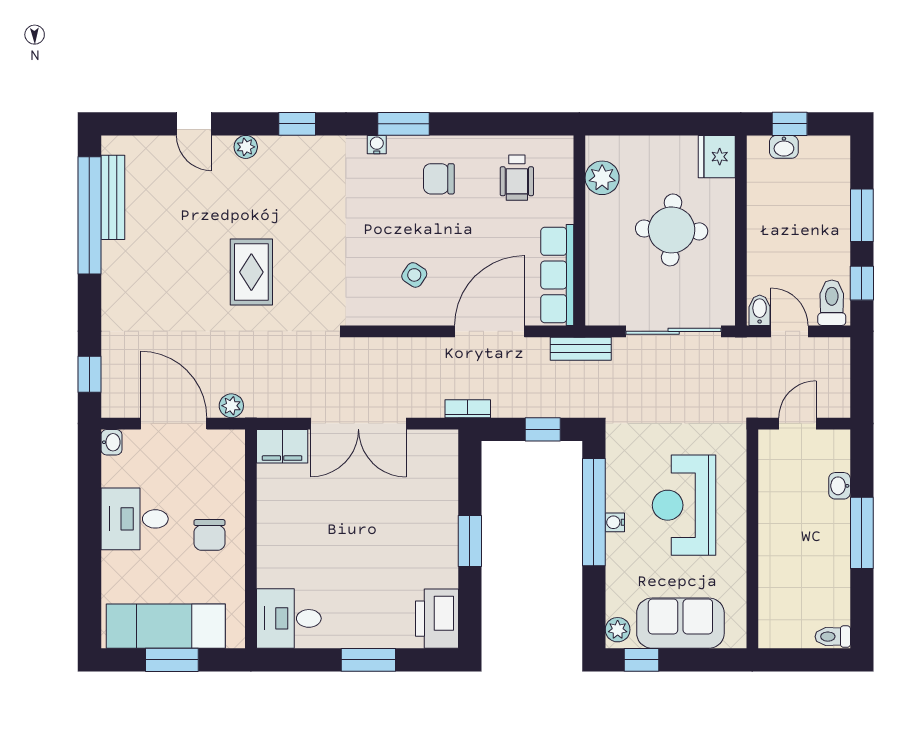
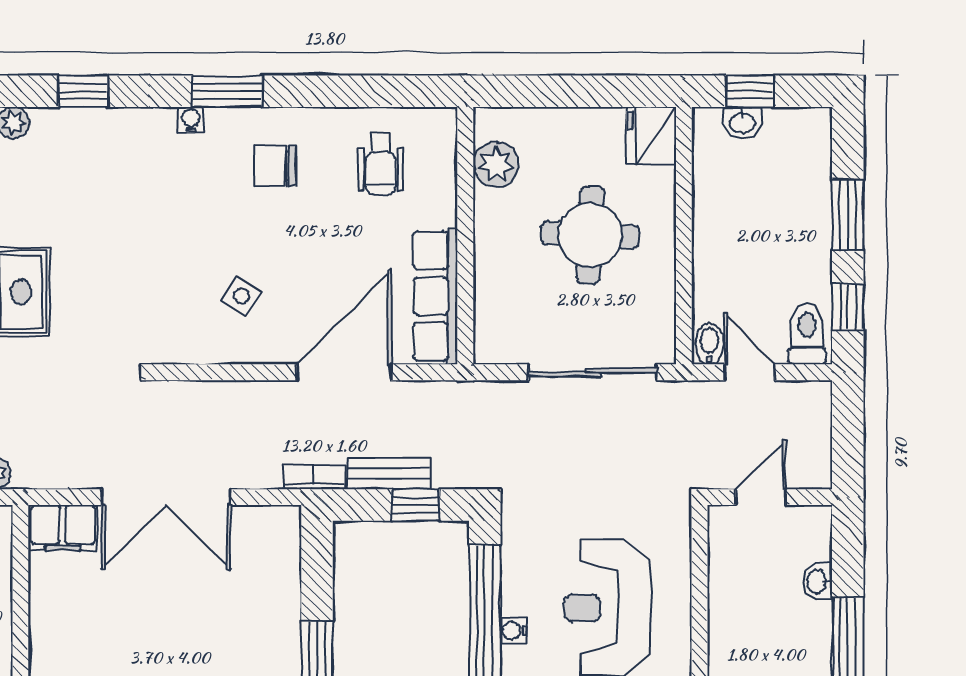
bench: (581, 349) -> (389, 474), moved

